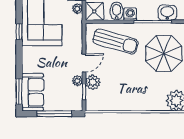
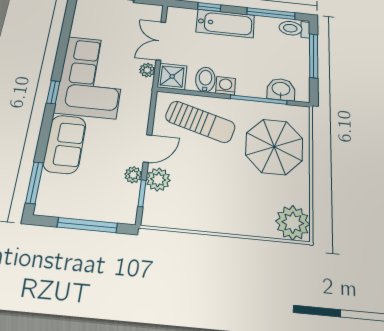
sofa: (33, 92) -> (65, 144), moved

